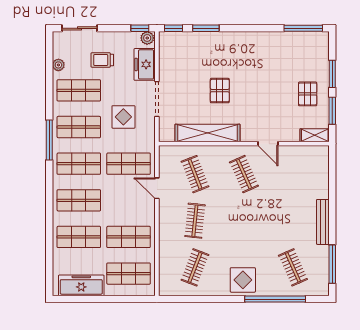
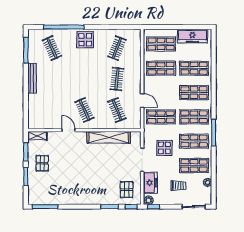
pallet: (220, 91) -> (127, 190), moved

